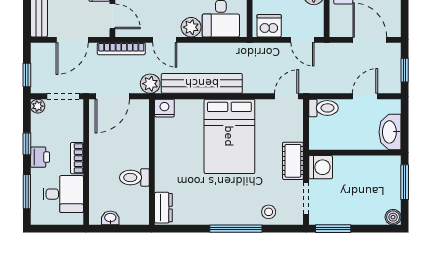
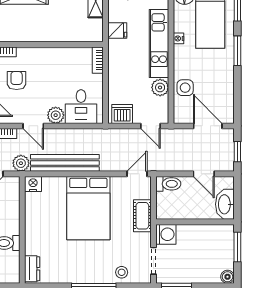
door: (365, 96) -> (204, 174), swing flipped
cot: (293, 161) -> (142, 216), moved

